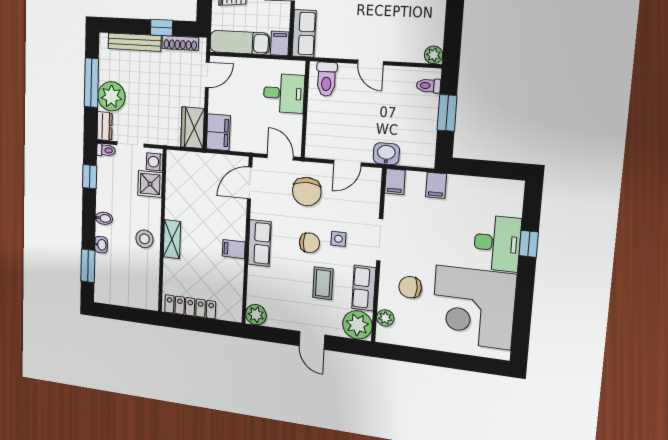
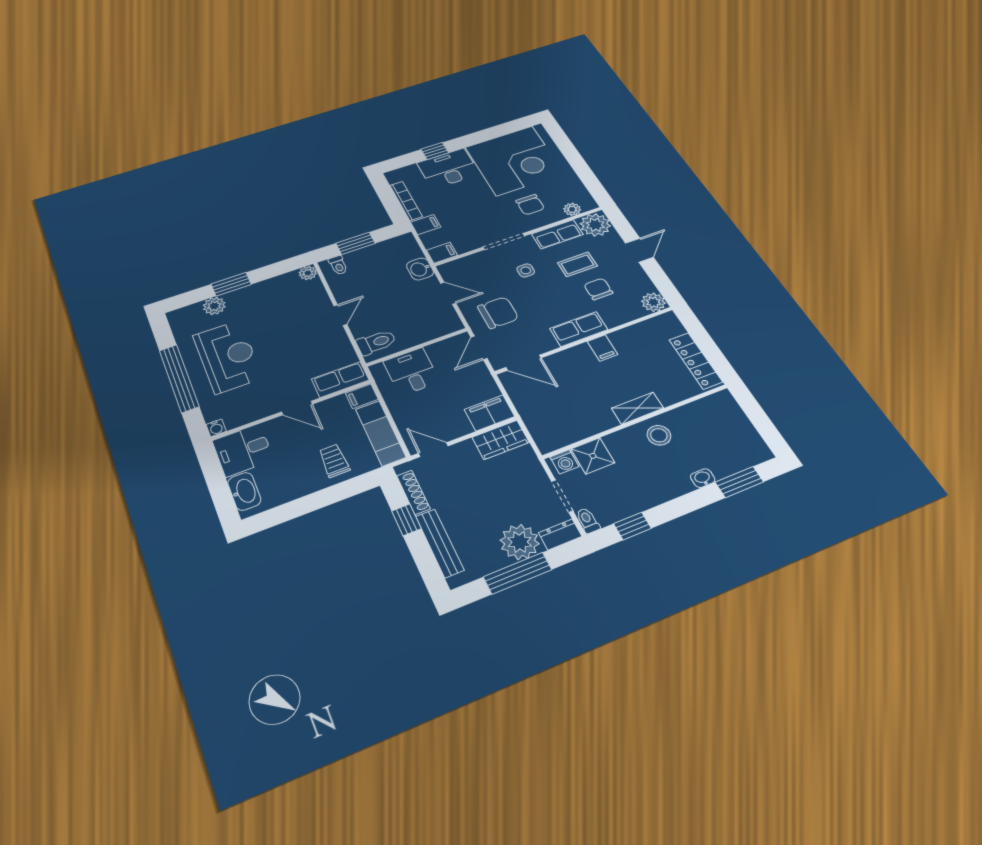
bookcase: (476, 183) -> (406, 201), added
bidet: (104, 218) -> (669, 488), removed
chair: (309, 243) -> (598, 289), moved

